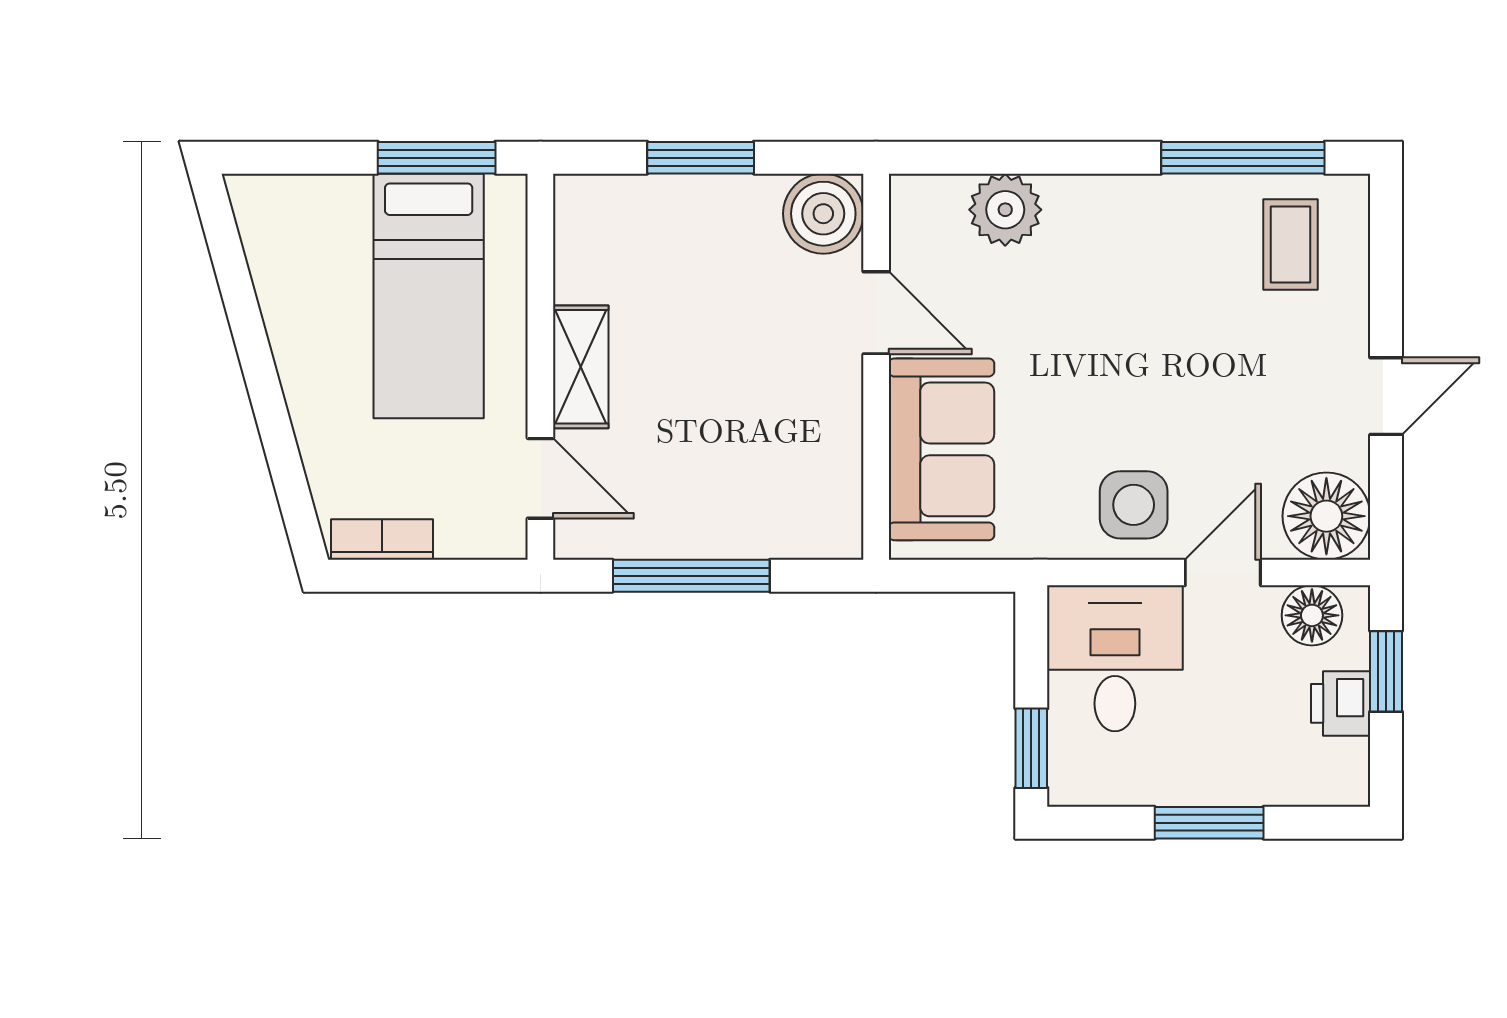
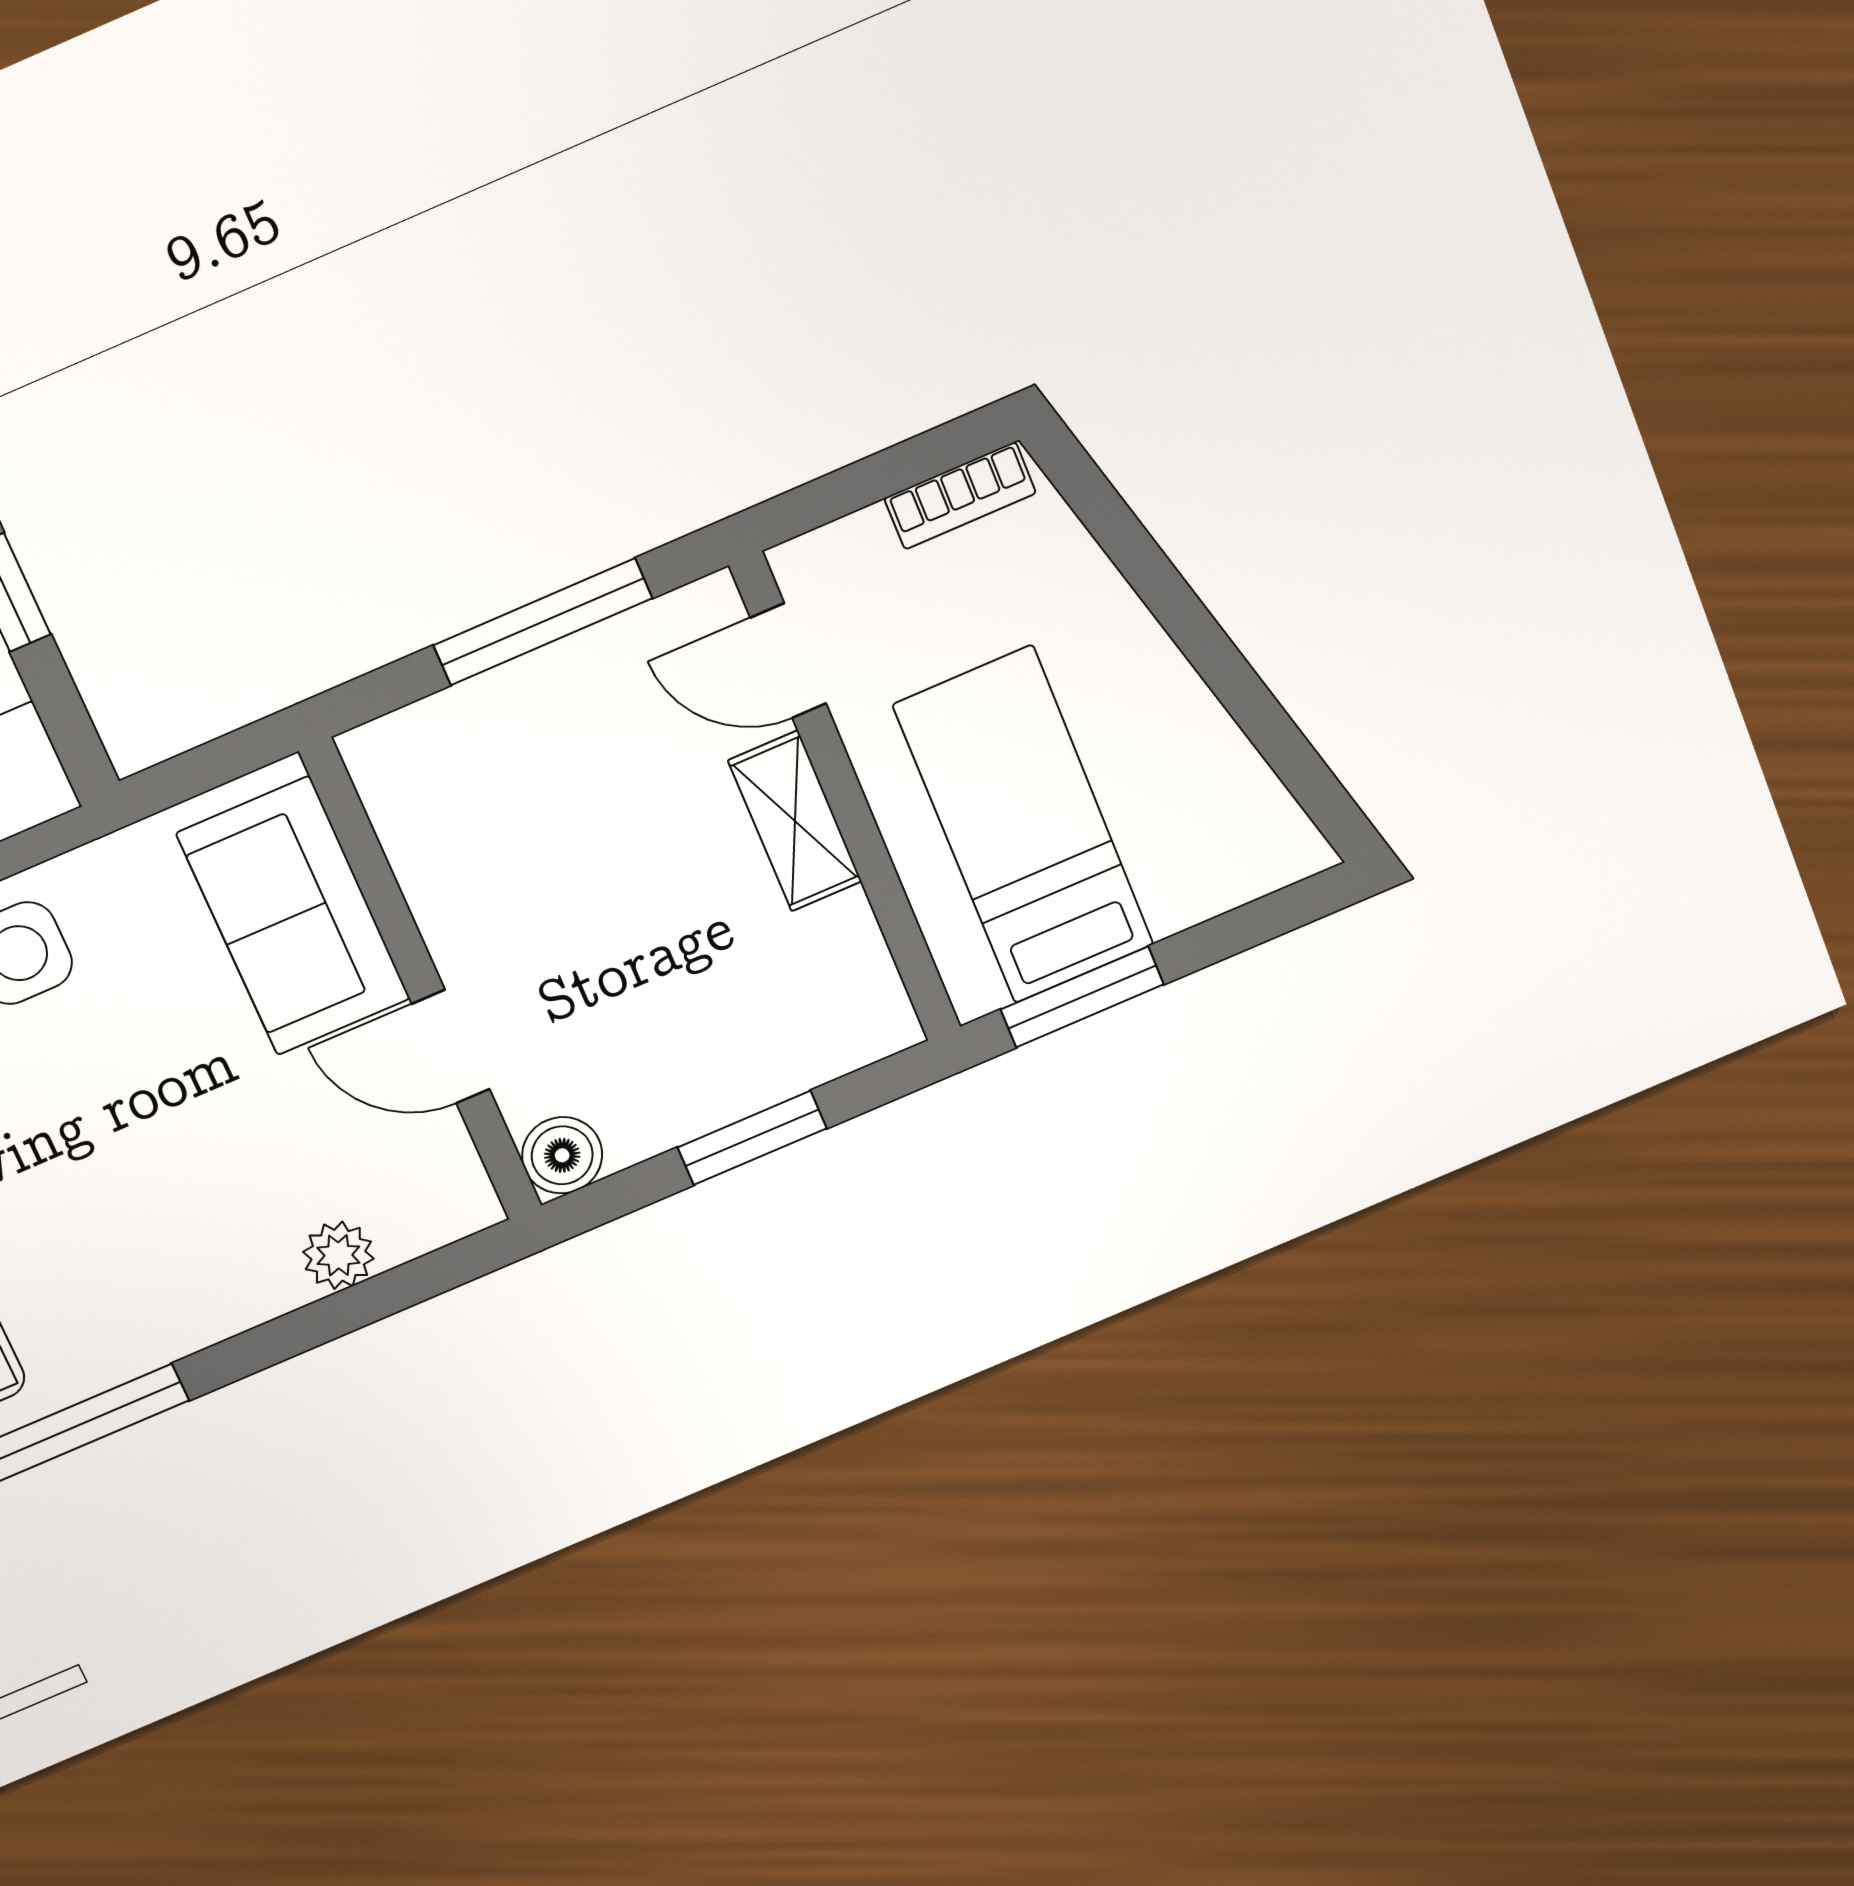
plant: (1005, 210) -> (338, 1255), width x0.73, depth x0.73
boiler: (823, 214) -> (562, 1155), width x0.73, depth x0.73

